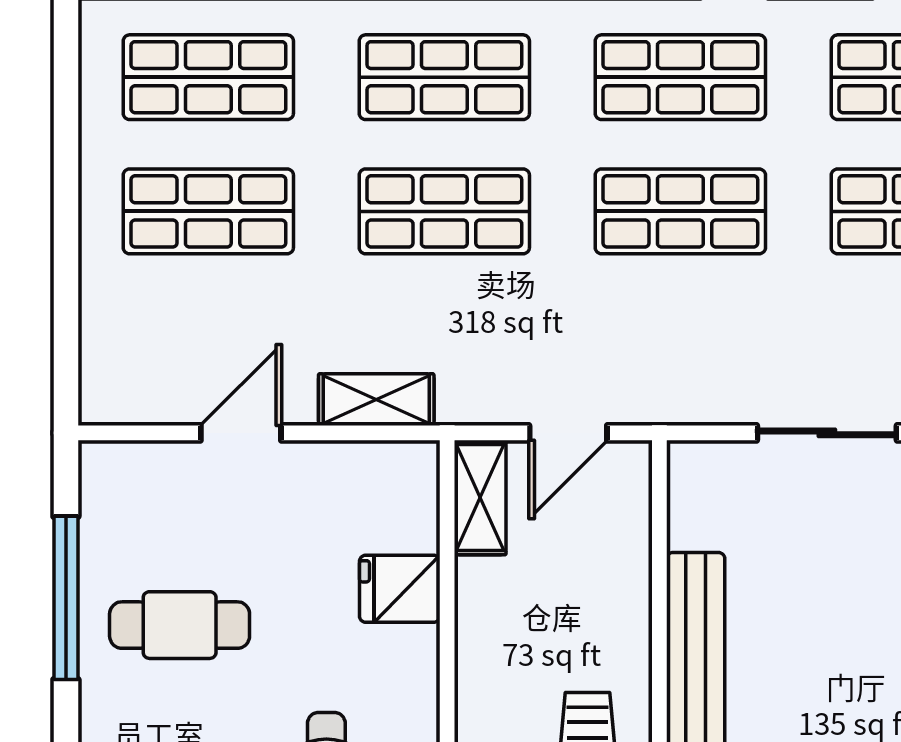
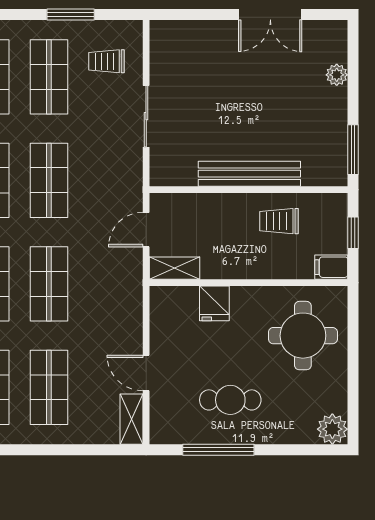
shelving: (376, 400) -> (131, 419), moved
door: (568, 433) -> (146, 230), swing flipped
cafe table: (180, 625) -> (230, 400), turned 90

